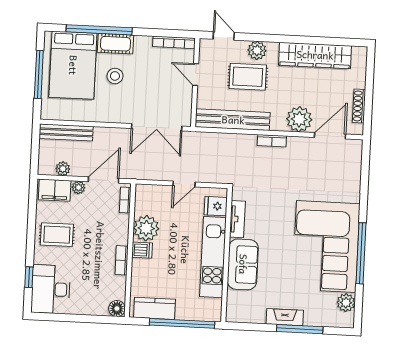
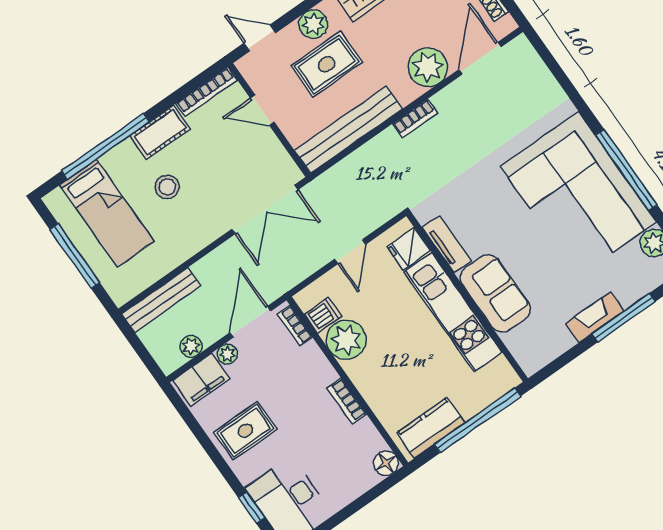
cot: (115, 44) -> (160, 132), moved
bed: (73, 65) -> (107, 213), width x0.67
dishwasher: (142, 250) -> (323, 315), moved

